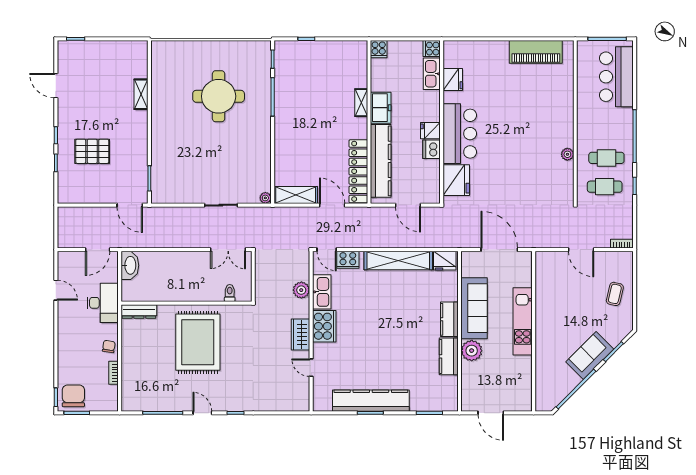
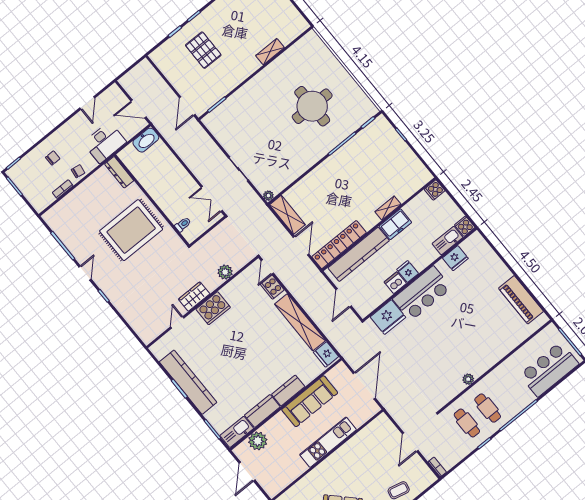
kitchen sink: (322, 292) -> (237, 432), moved, turned 180
plant: (472, 351) -> (258, 441), moved
chair: (73, 396) -> (53, 158), moved, width x0.54, depth x0.54

